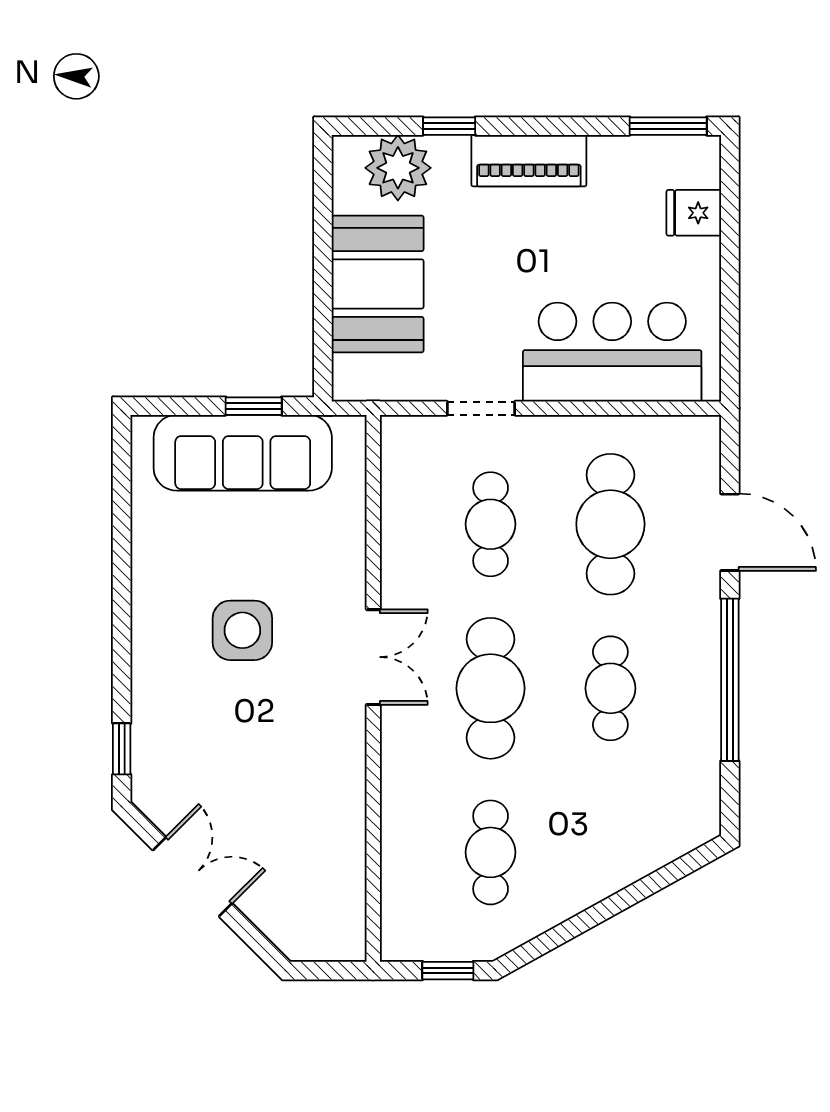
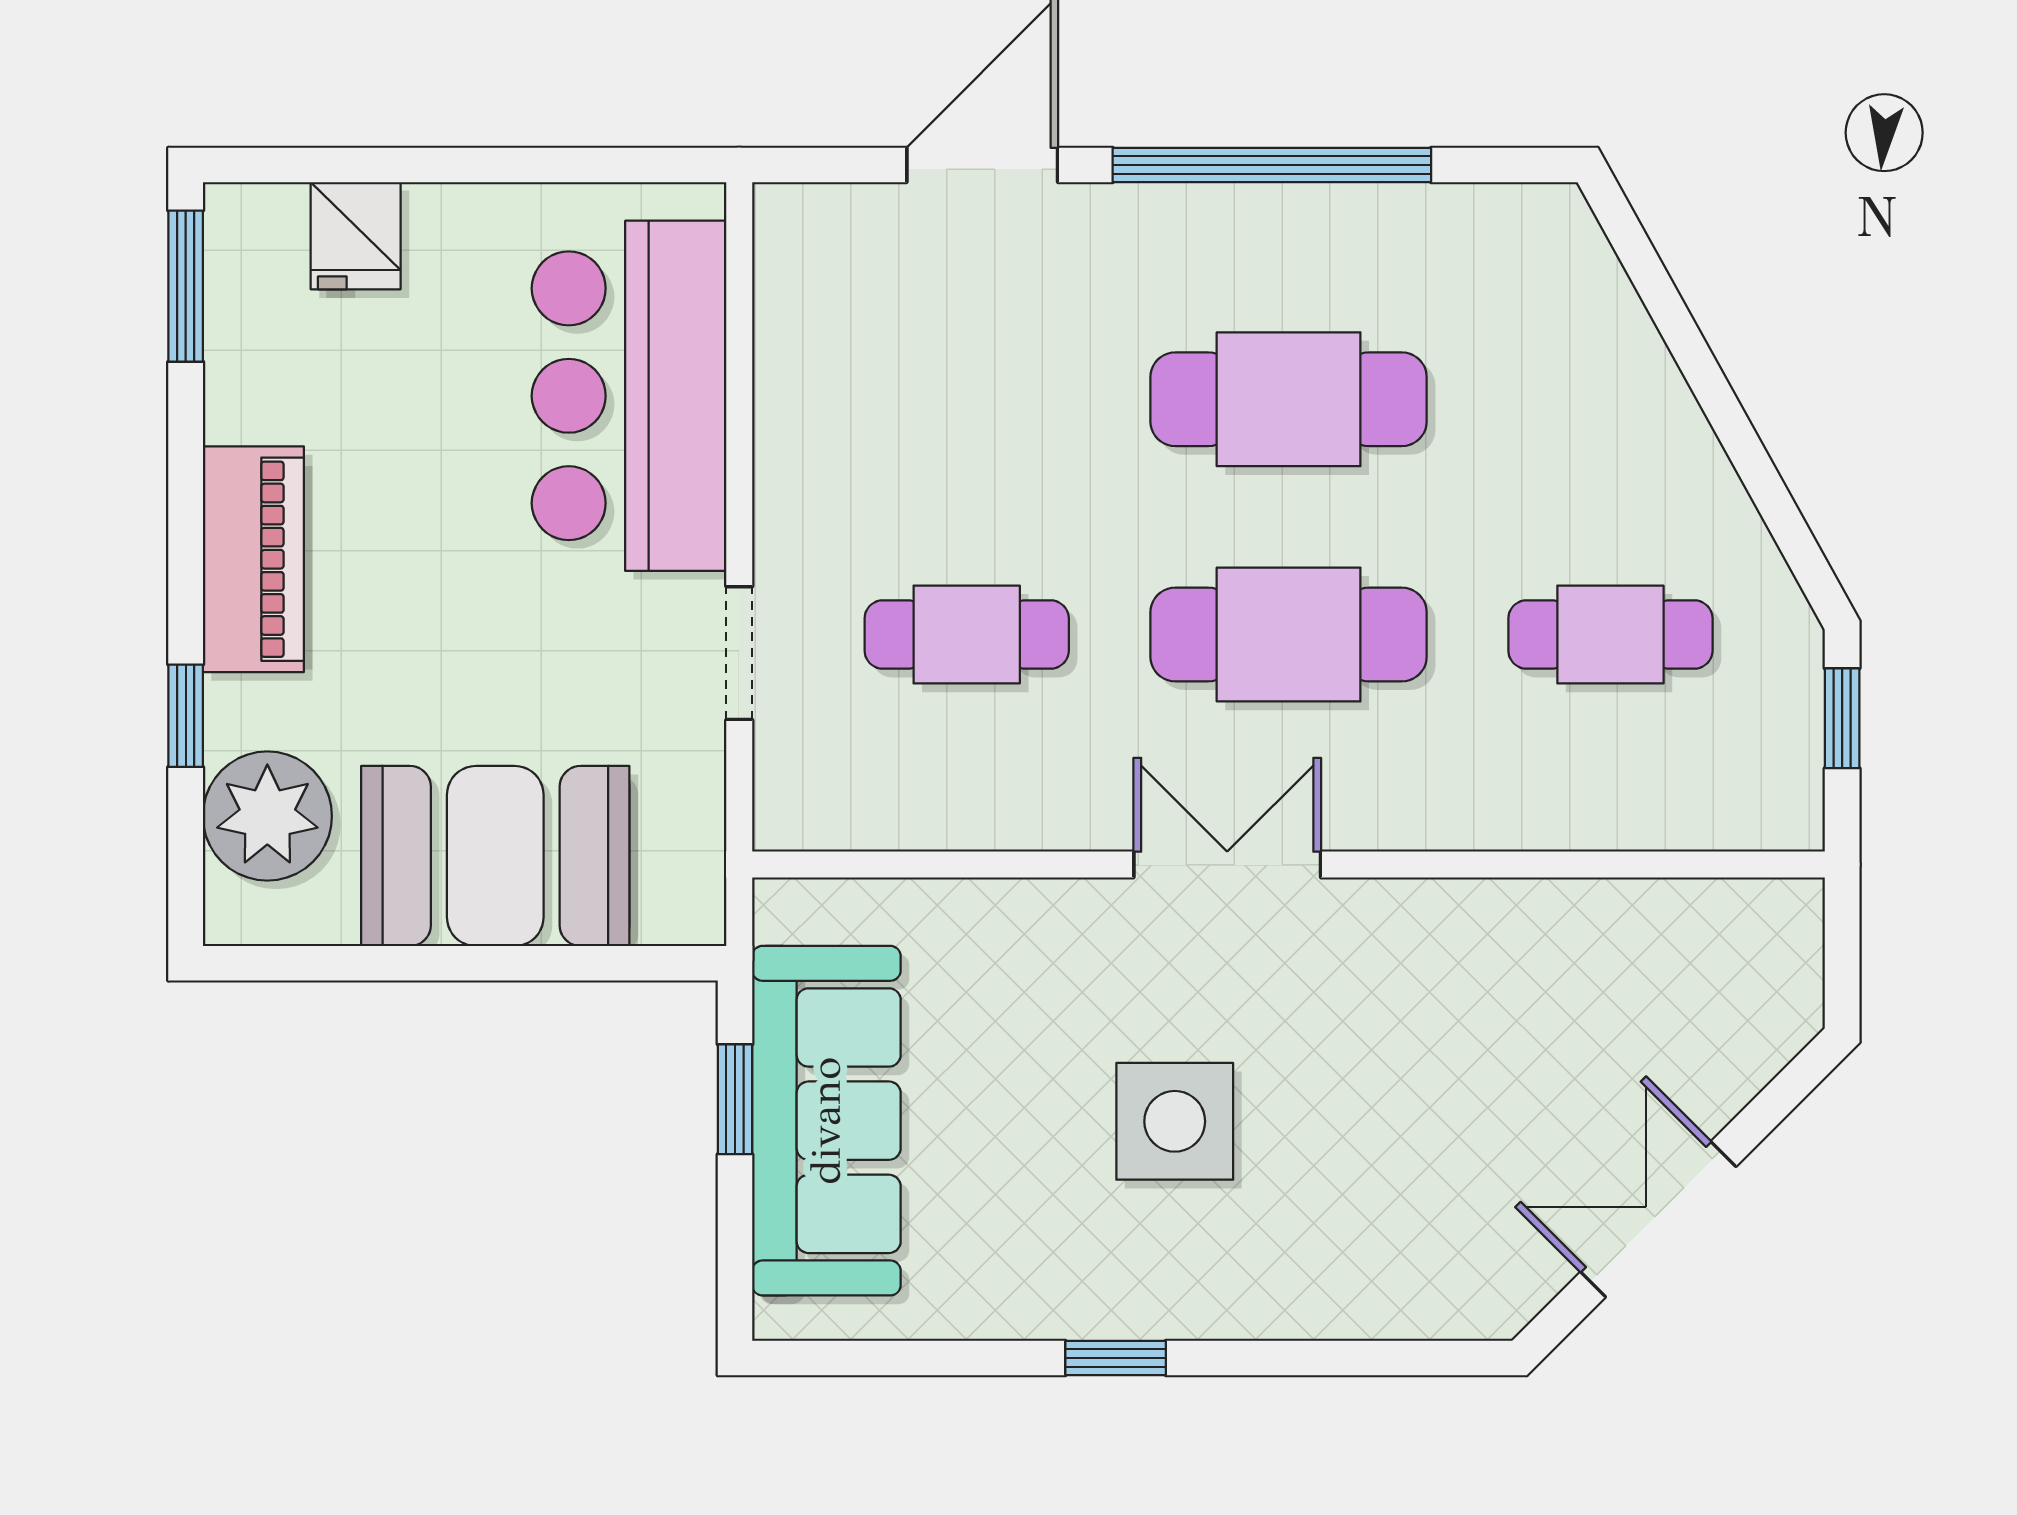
cafe table: (610, 524) -> (967, 399), removed
cafe table: (610, 688) -> (1289, 399), width x1.37, depth x1.35
window: (122, 749) -> (1116, 1358), moved

